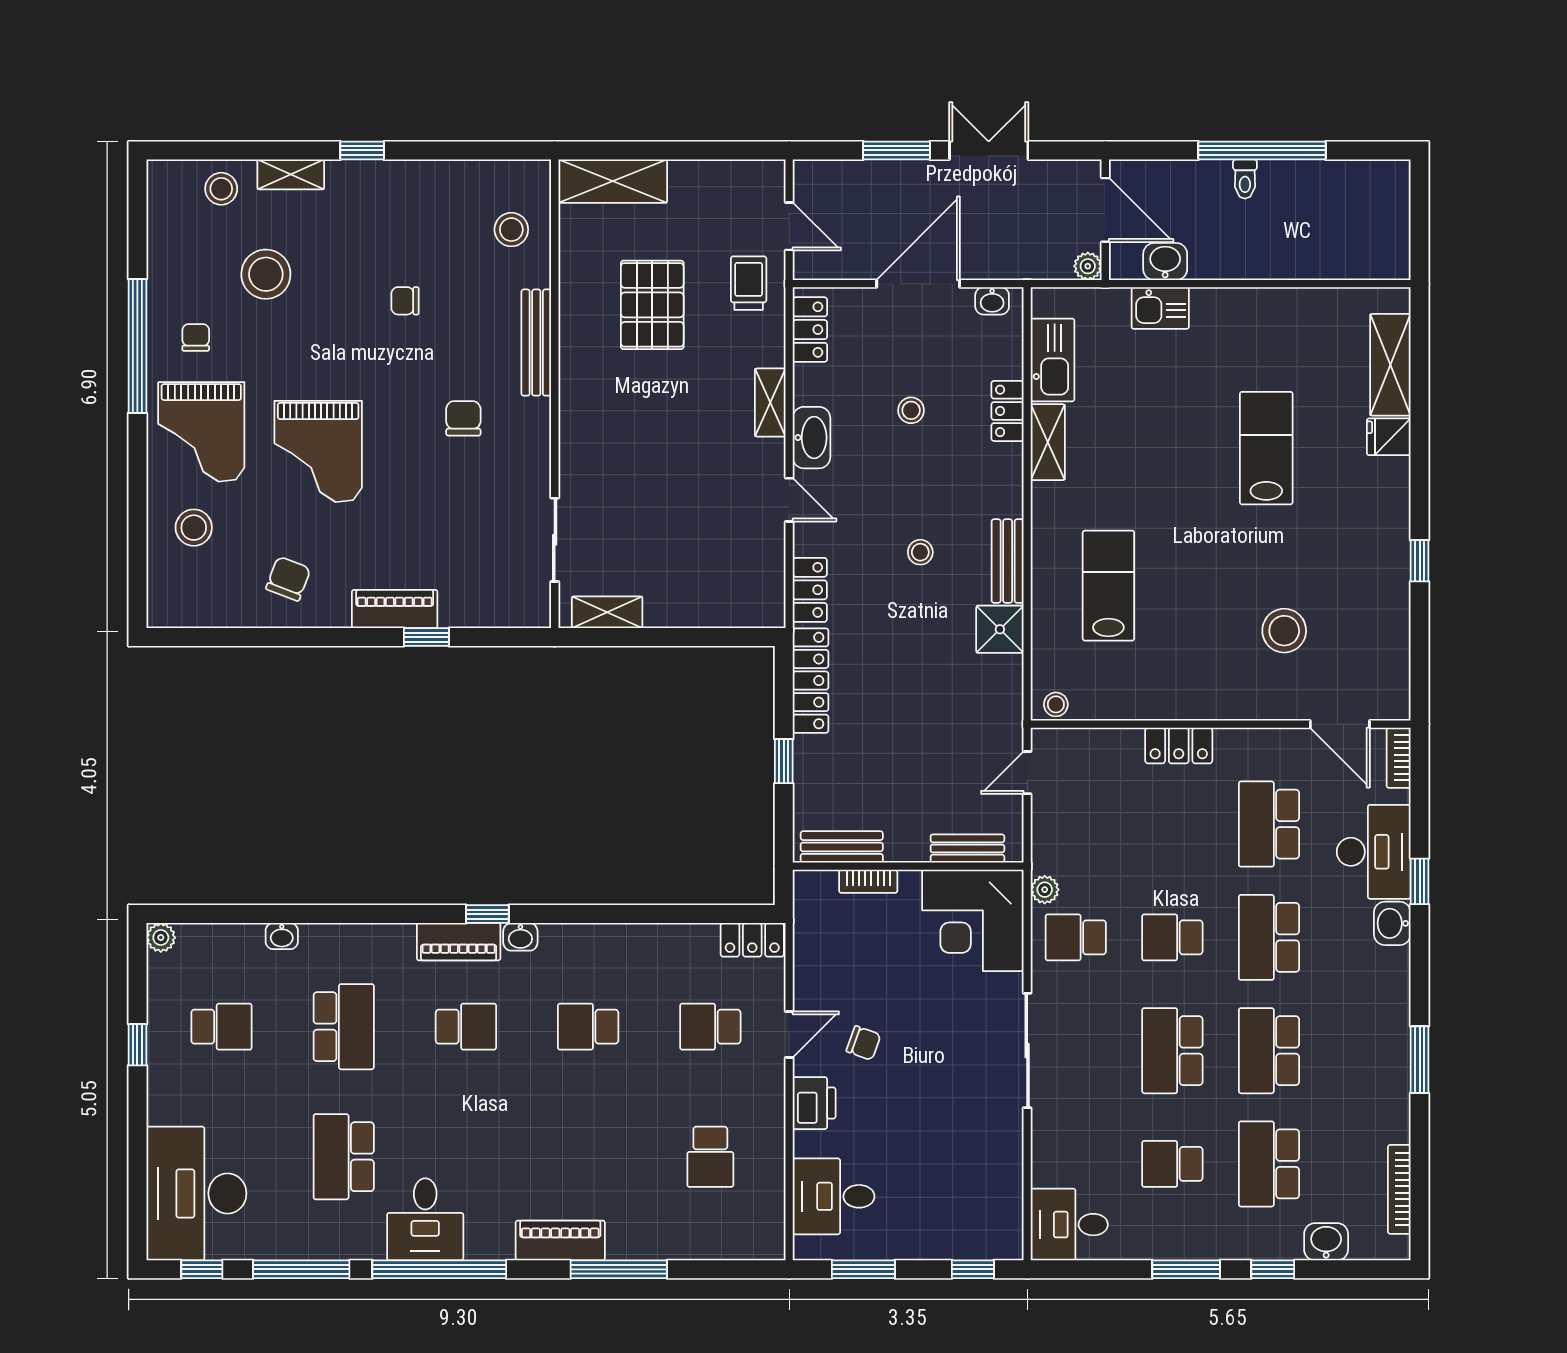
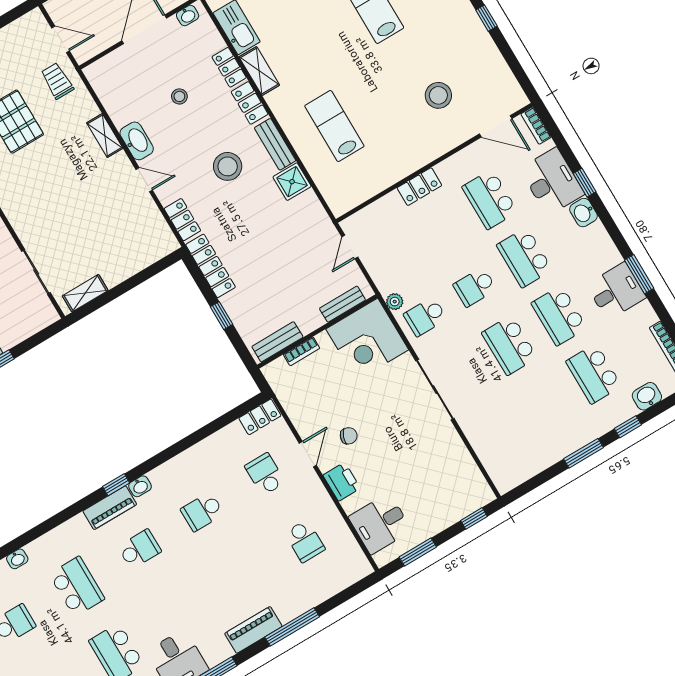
locker: (810, 330) -> (250, 103), moved, turned 180
stool: (920, 552) -> (228, 166), width x1.89, depth x1.89
stool: (1056, 704) -> (344, 203), removed
school desk: (710, 1027) -> (265, 474), turned 90
school desk: (1172, 1164) -> (544, 403), removed
desk: (1069, 1225) -> (616, 291), moved, turned 180

